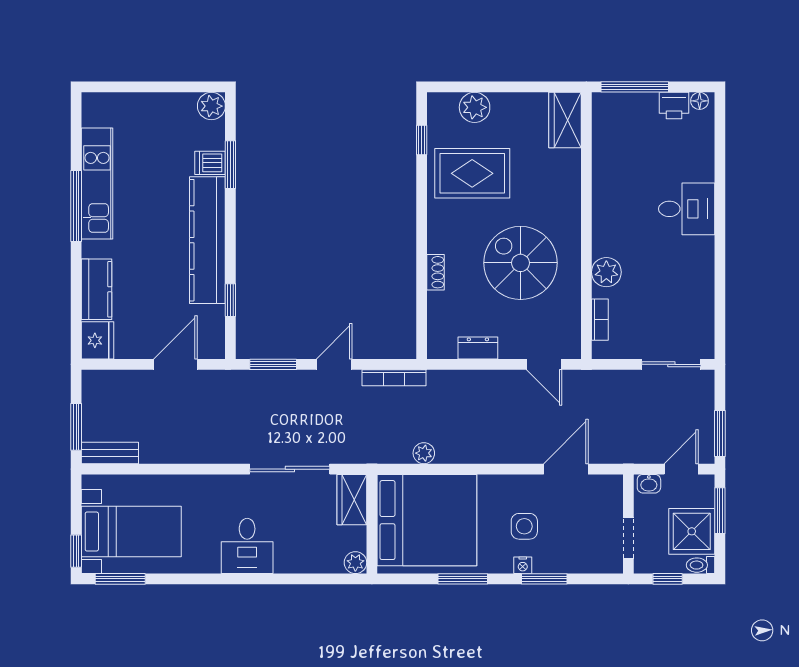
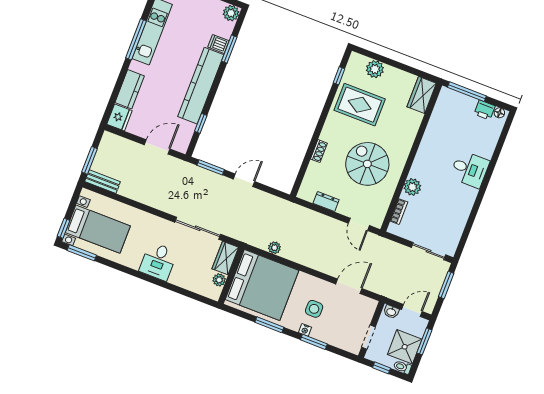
bookcase: (394, 378) -> (274, 200), removed
window: (720, 434) -> (446, 285), moved
plant: (355, 563) -> (219, 280), moved

